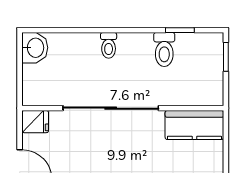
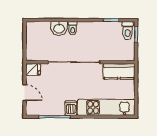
washbasin: (35, 48) -> (59, 28), moved, turned 90
toilet: (164, 50) -> (128, 31), moved

